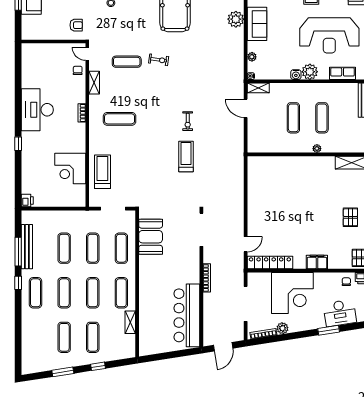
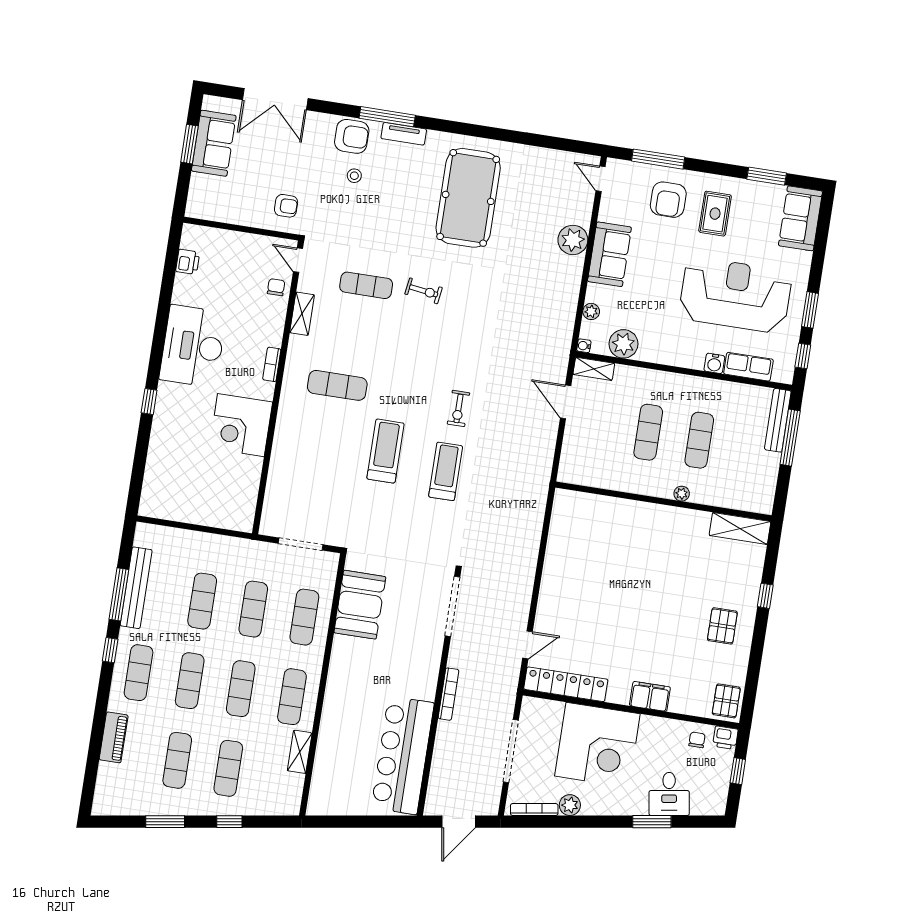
reception desk: (329, 35) -> (735, 295), turned 180
plant: (310, 72) -> (623, 344), moved
water cooler: (296, 75) -> (714, 363), moved
corner desk: (70, 169) -> (241, 425), moved
treadmill: (102, 172) -> (385, 451), moved
printer: (27, 201) -> (188, 262), moved
desk: (340, 313) -> (669, 794), width x0.73
piano: (27, 330) -> (114, 737), added

